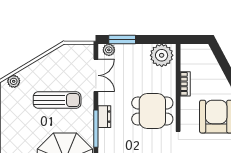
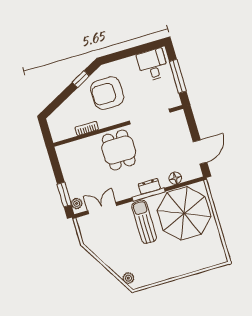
plant: (162, 55) -> (68, 156), removed
sun lounger: (57, 100) -> (144, 222), moved
dresser: (104, 117) -> (149, 186), moved

